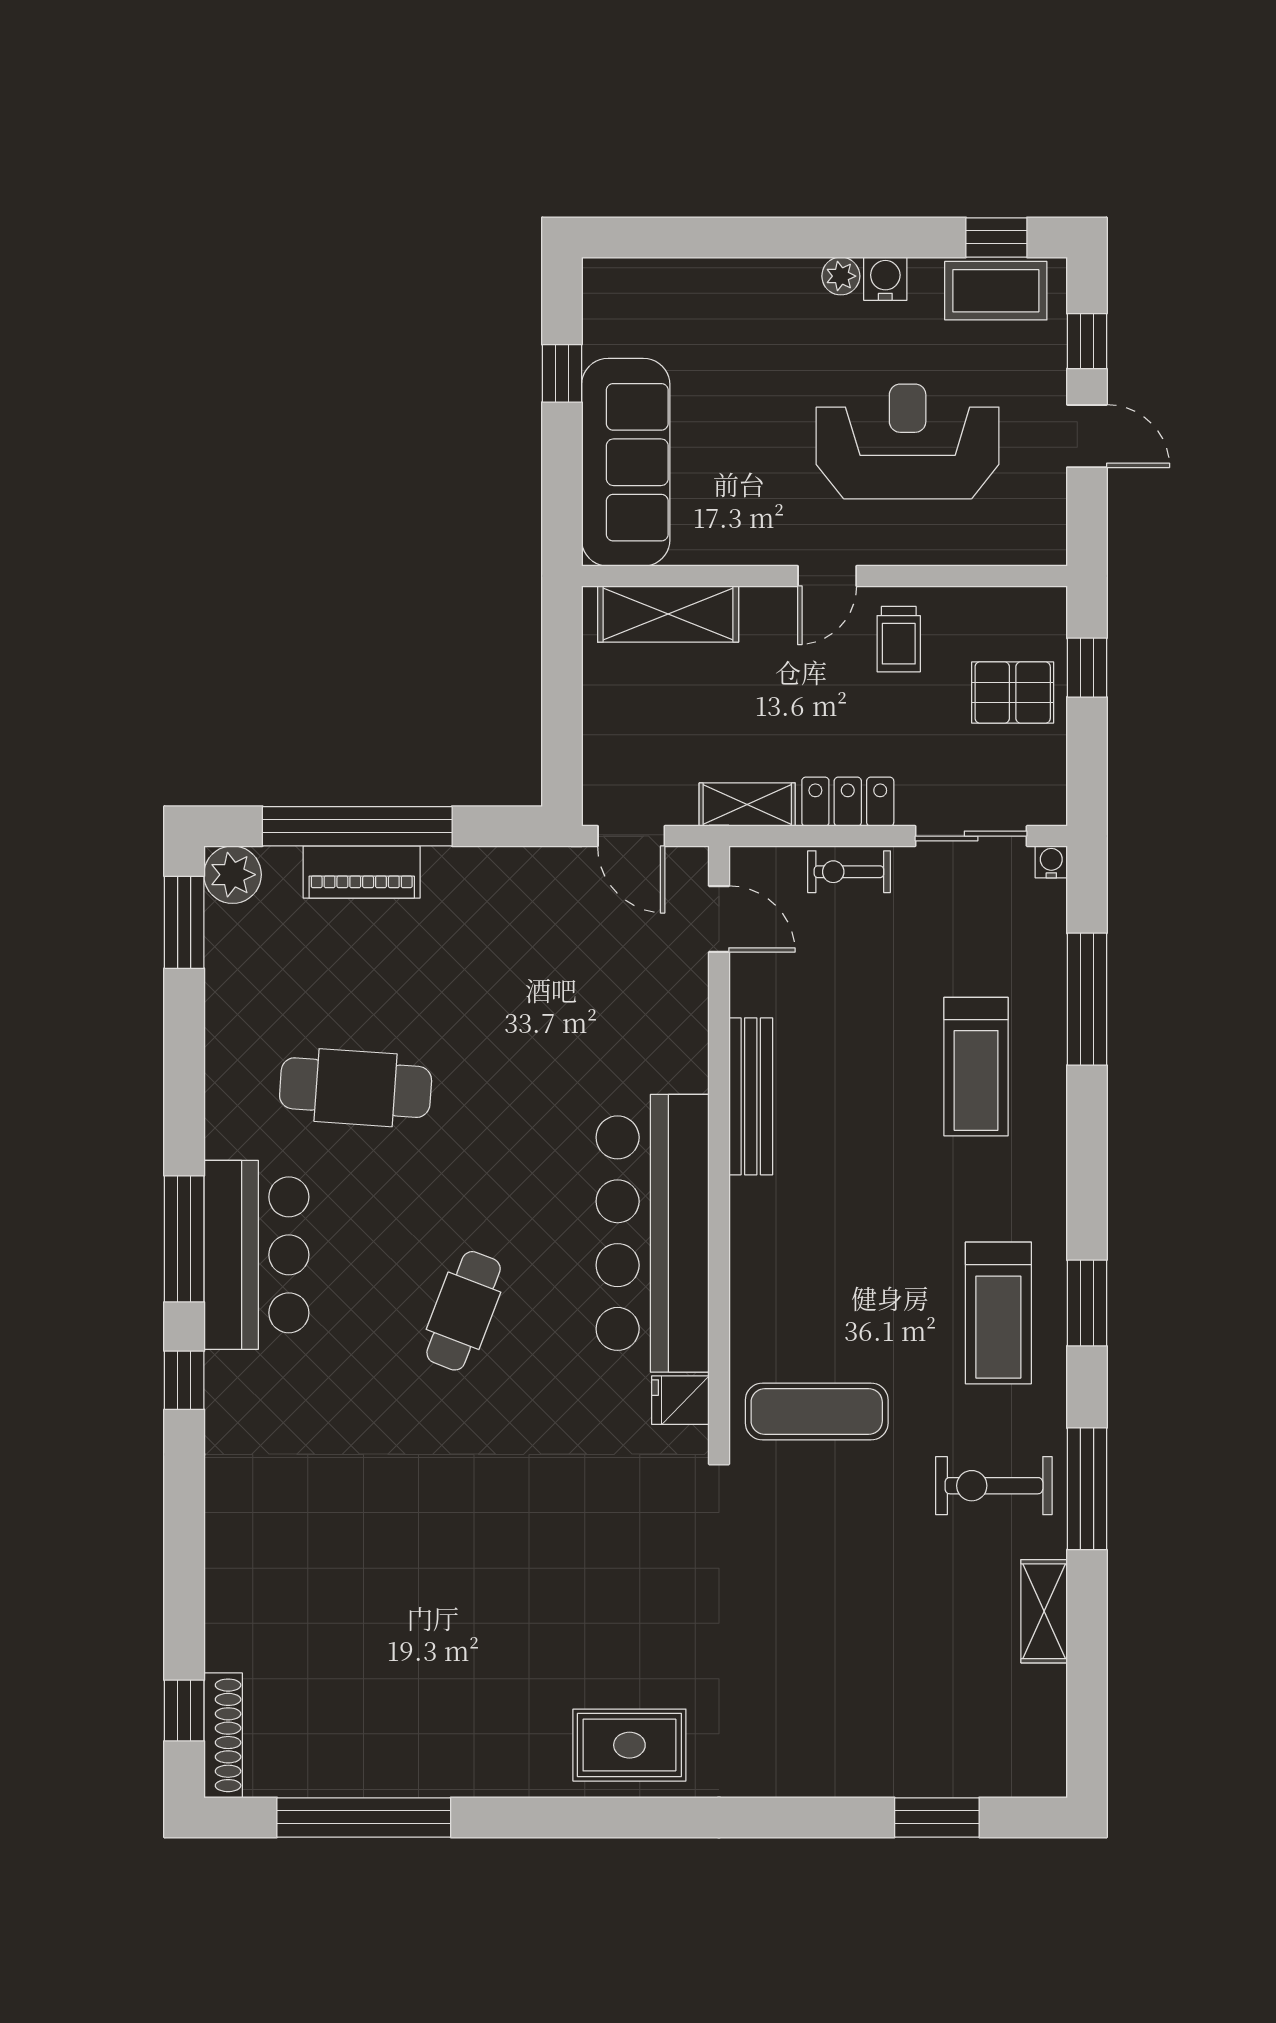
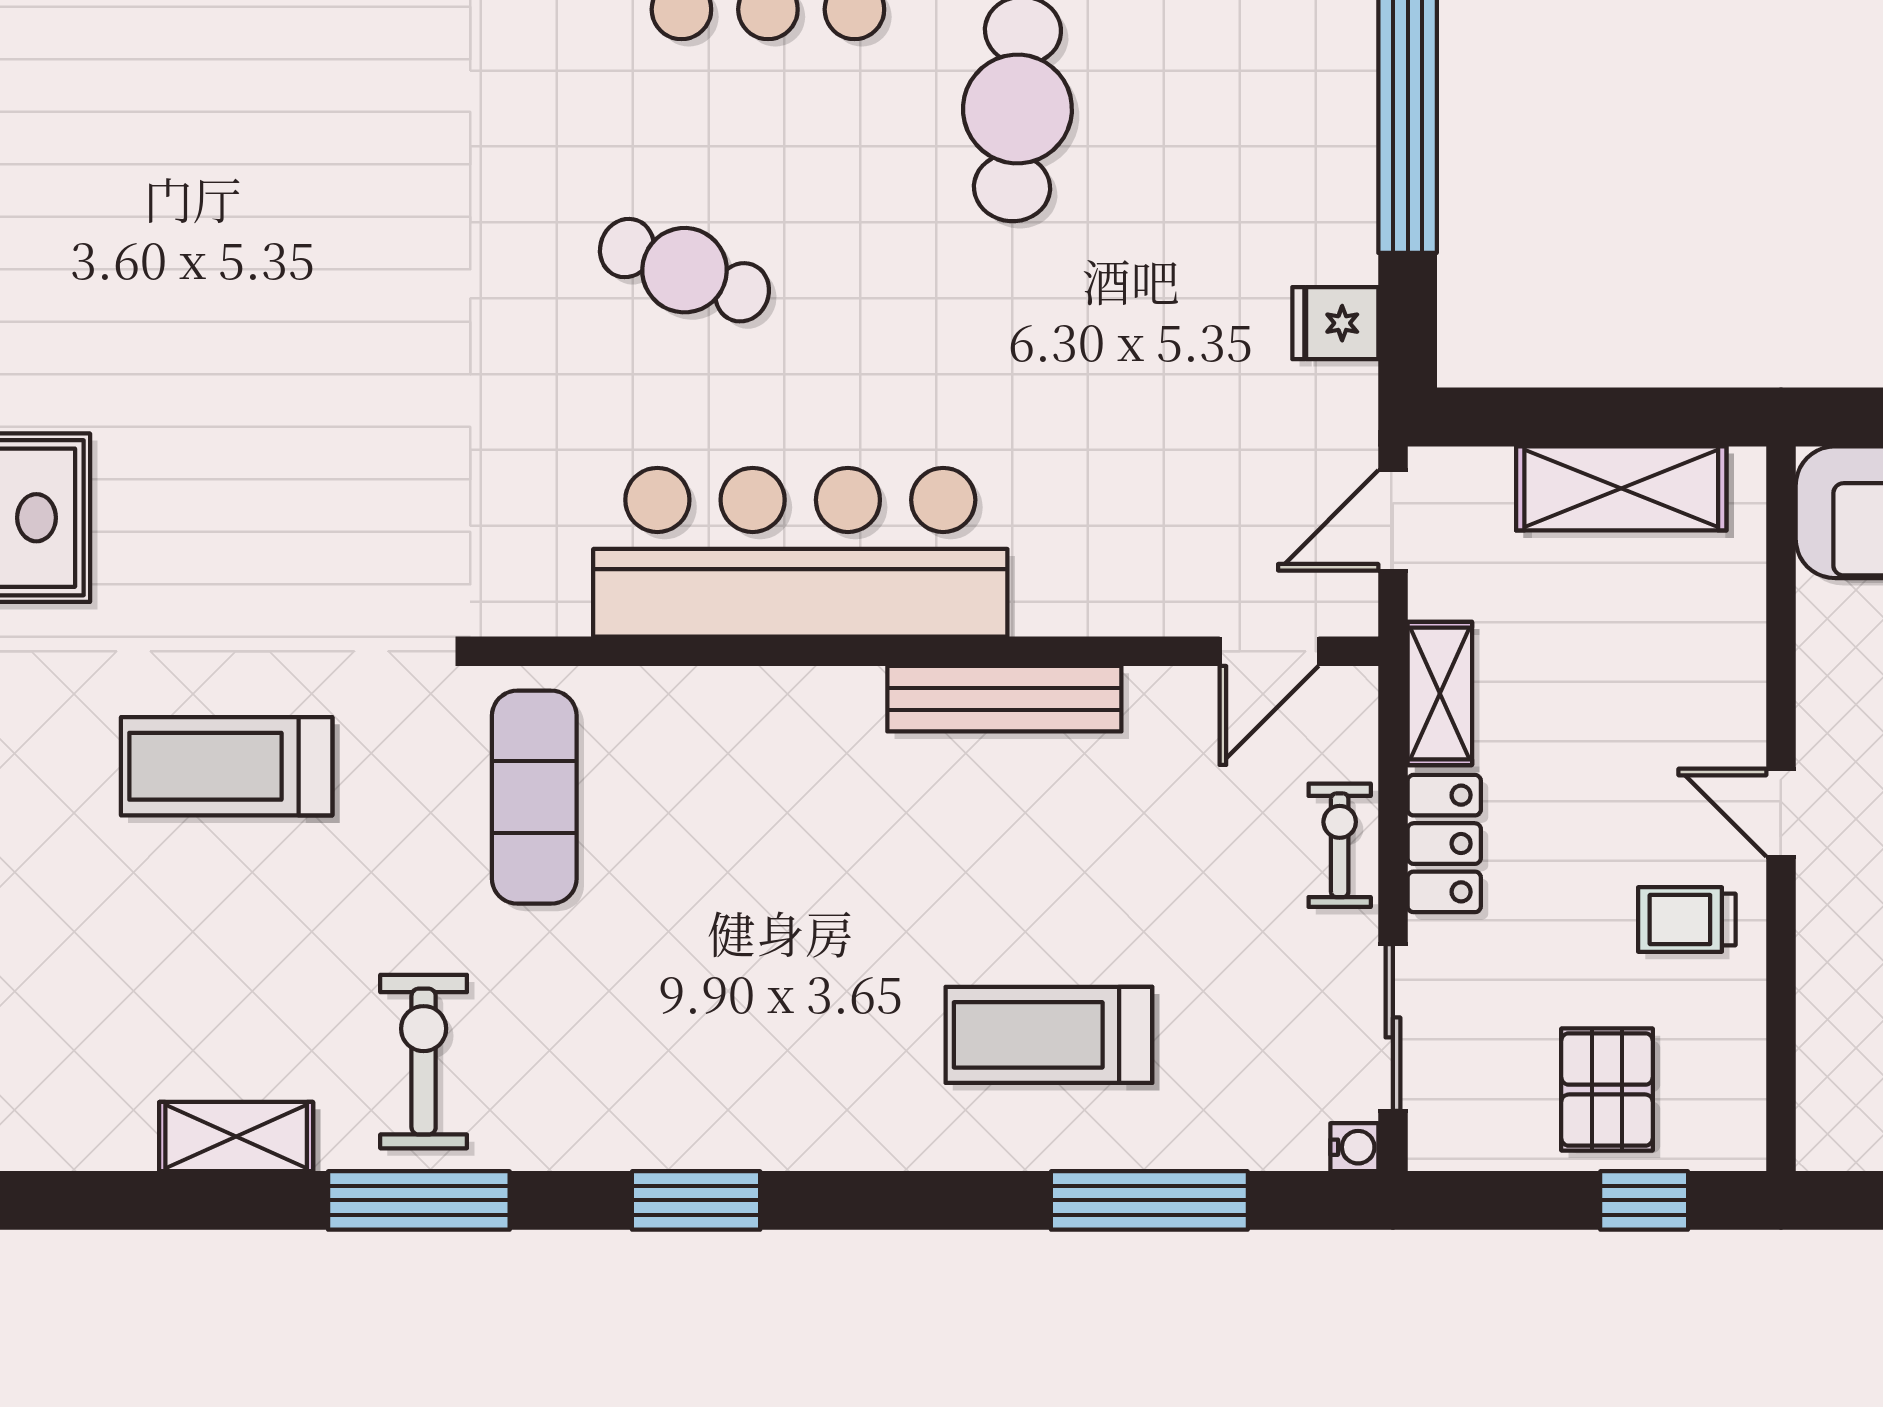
shelving: (668, 614) -> (1621, 488), moved, turned 90
piano: (362, 872) -> (1339, 118), removed
treadmill: (998, 1313) -> (227, 766), moved
fridge: (680, 1400) -> (1335, 323), moved, turned -90

